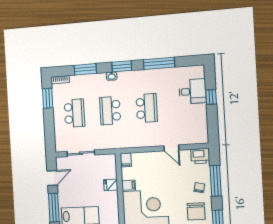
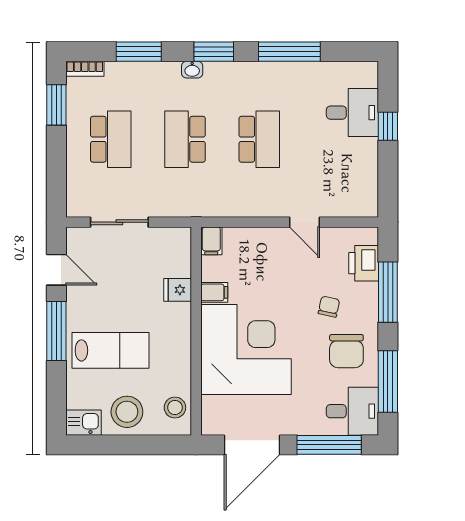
printer: (200, 156) -> (364, 263), moved, turned 90
door: (52, 178) -> (56, 270), hinge flipped
chair: (199, 188) -> (329, 307), moved

